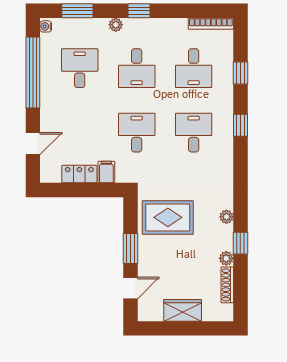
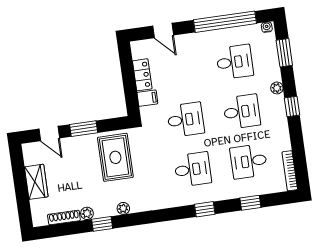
desk: (137, 68) -> (242, 112), turned 180

